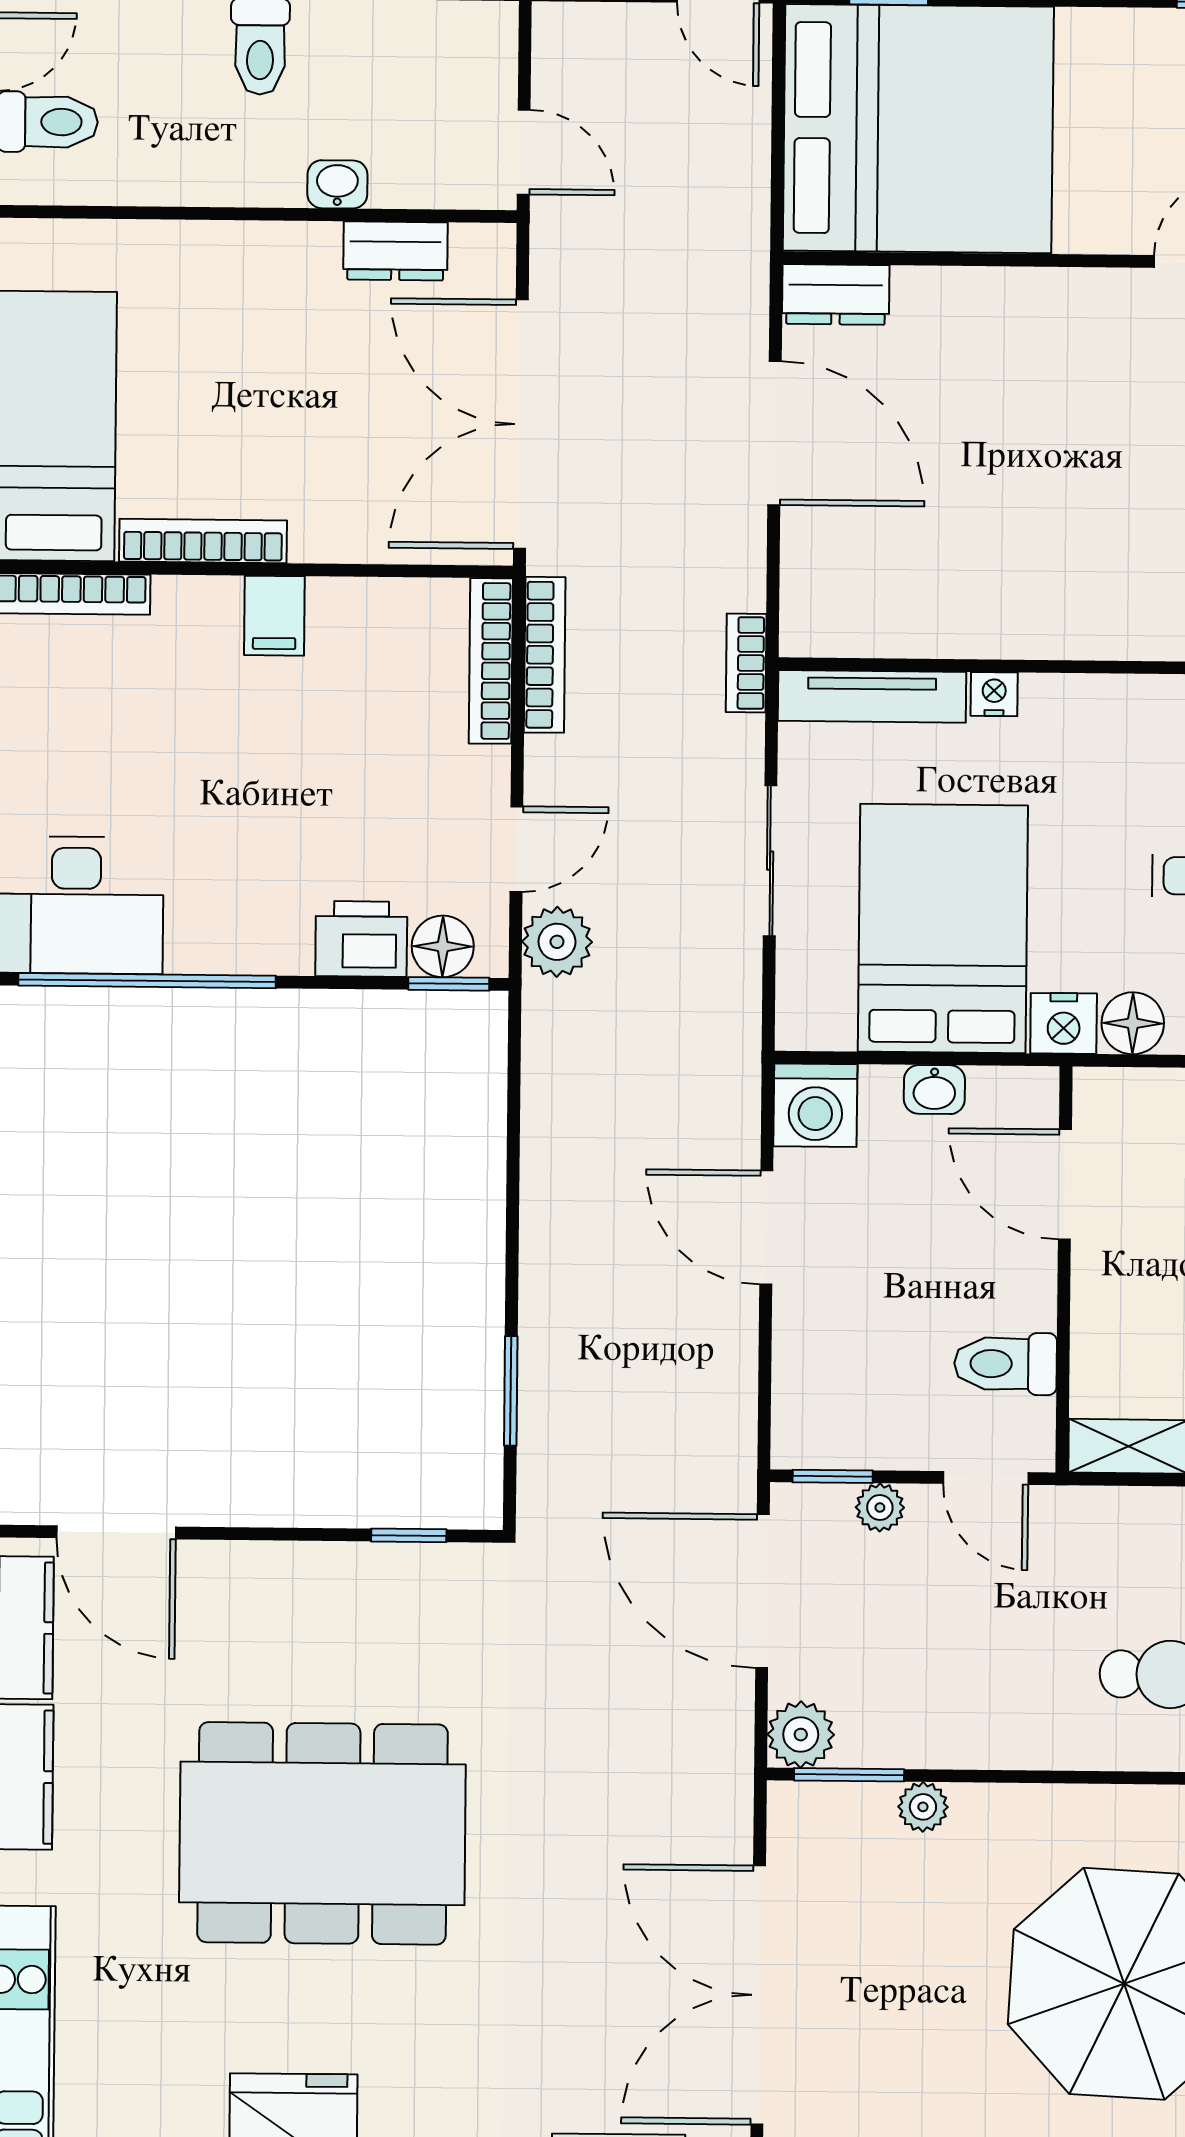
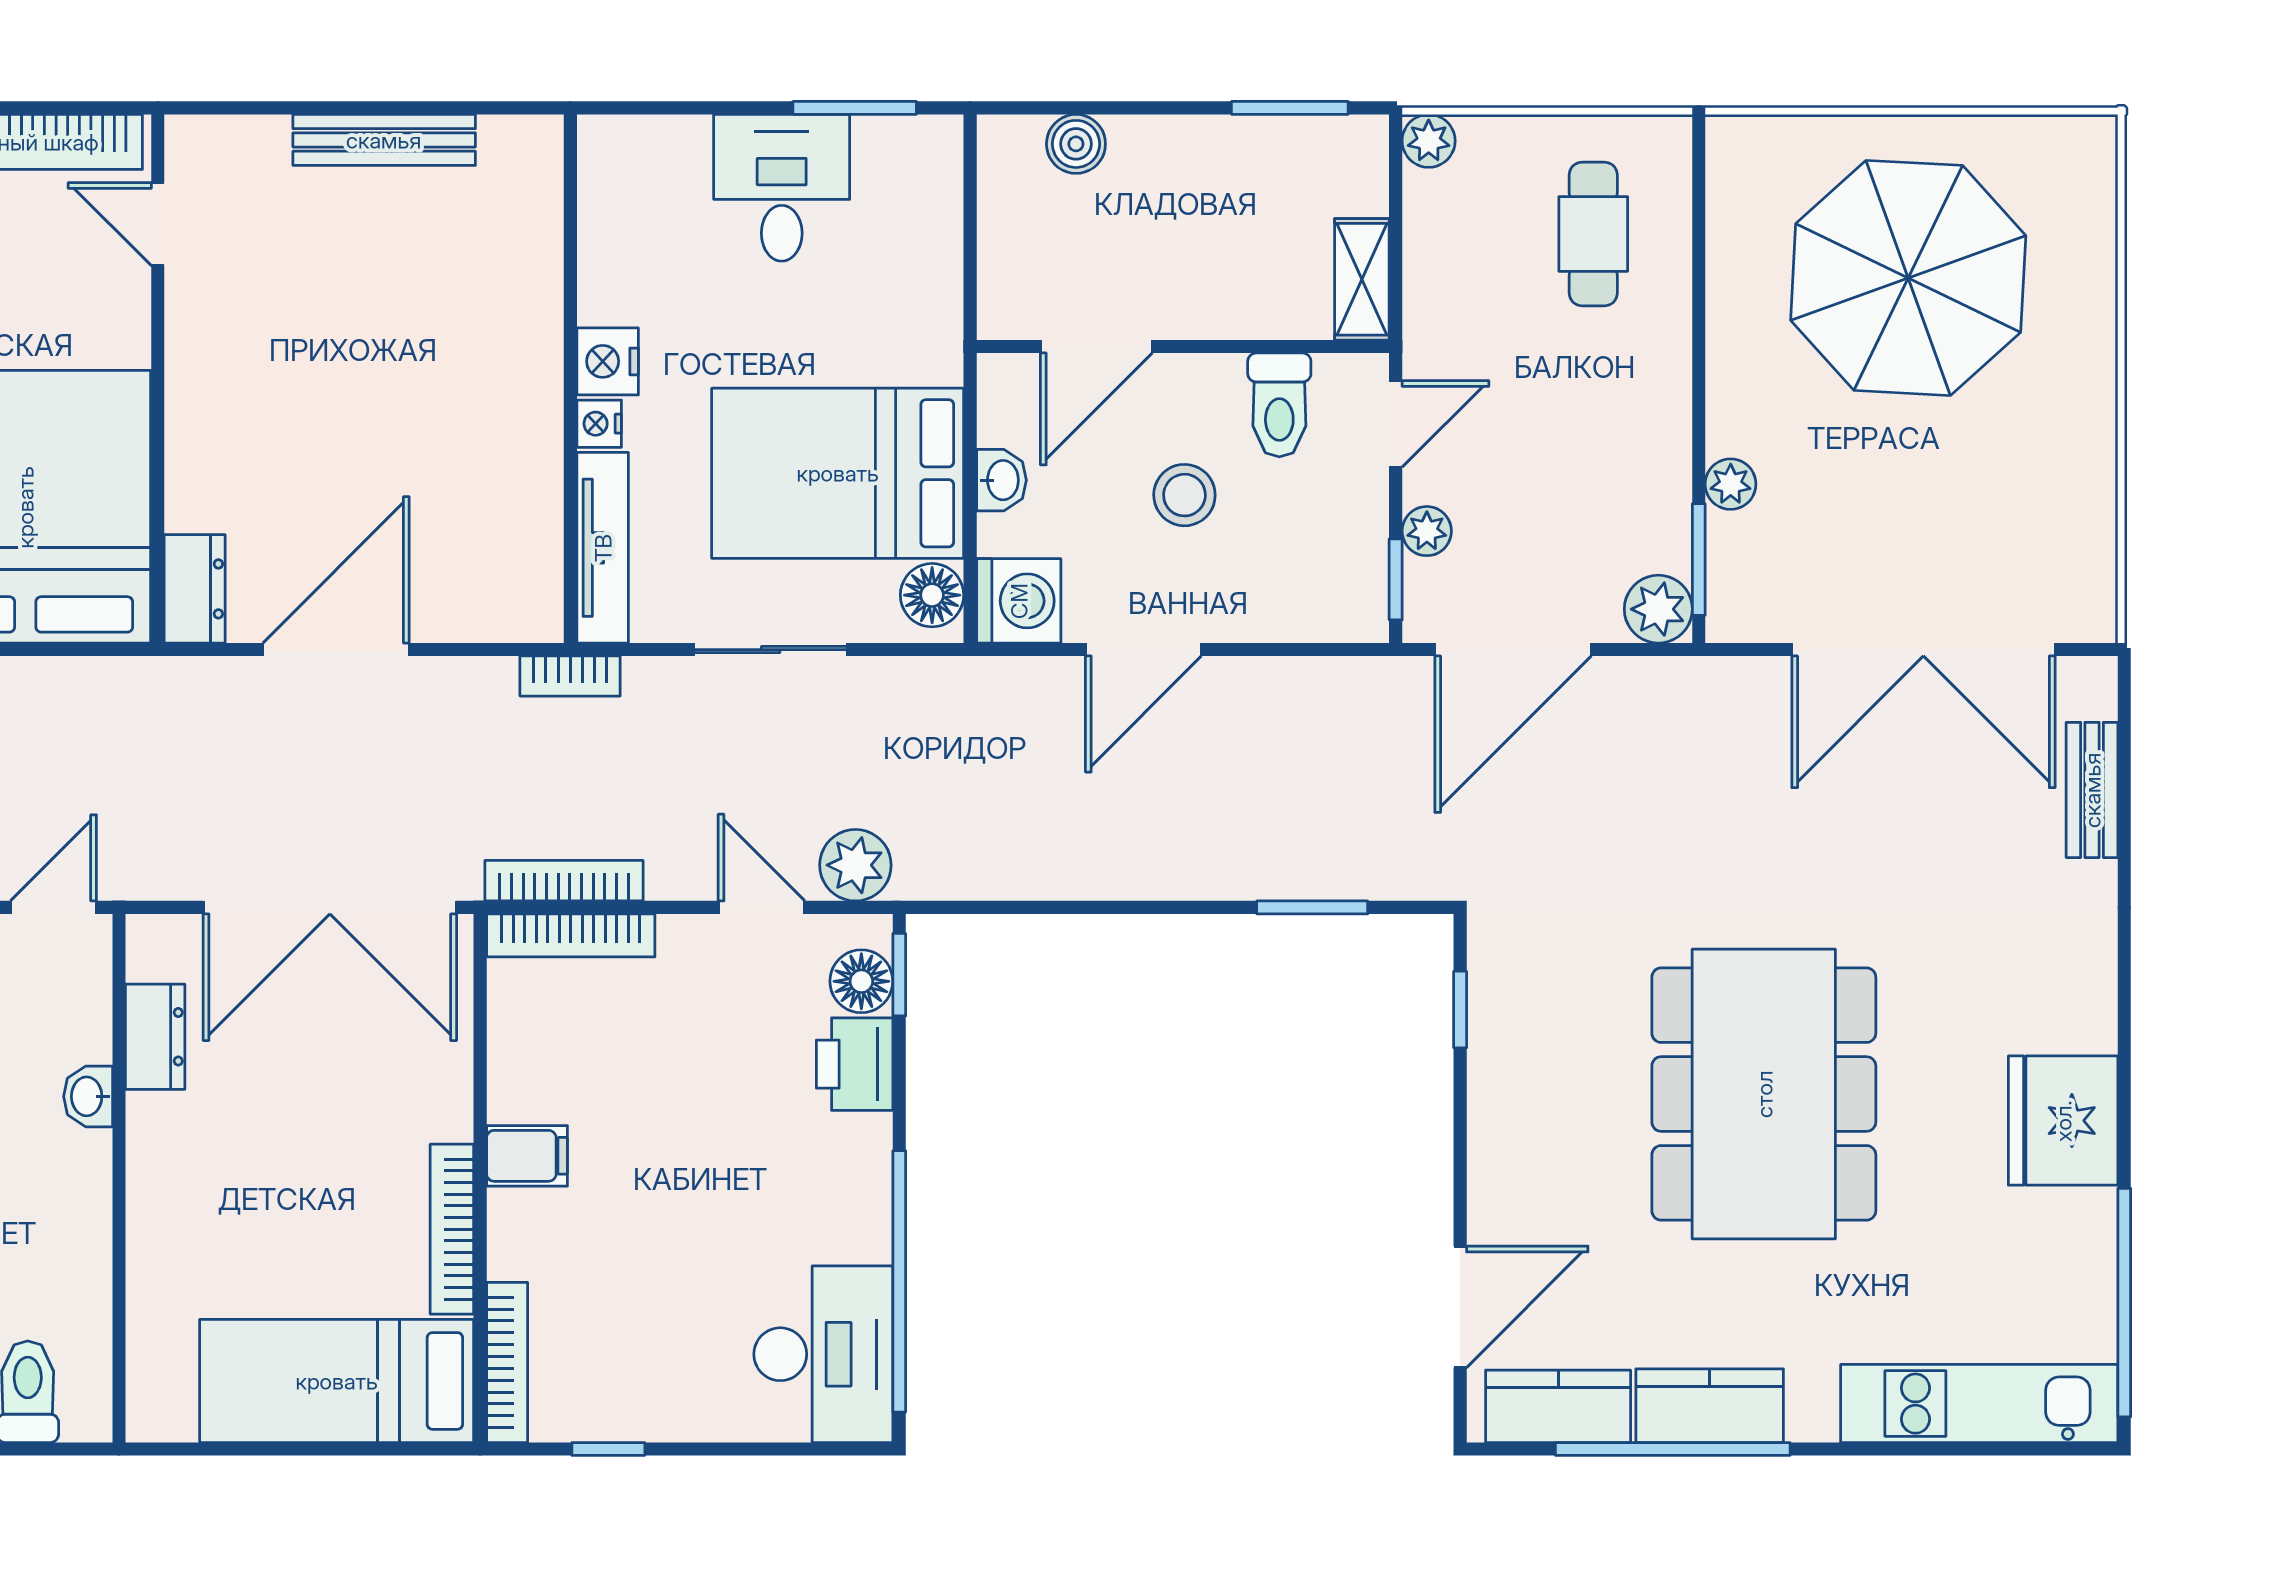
nightstand: (1064, 1023) -> (608, 361), moved, turned 180
floor lamp: (1133, 1023) -> (932, 595), moved
stool: (918, 1269) -> (1184, 495), added

